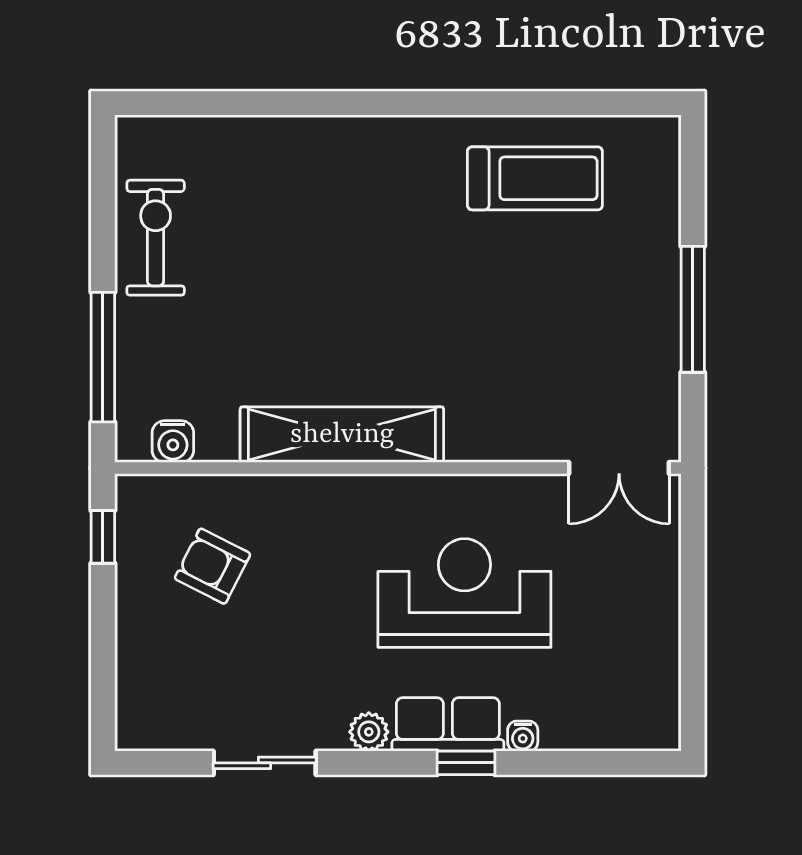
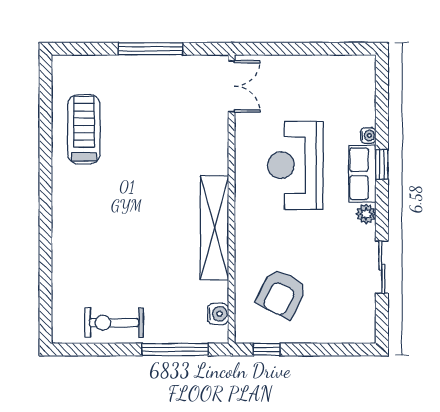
armchair: (213, 566) -> (282, 294), width x1.38, depth x1.38

